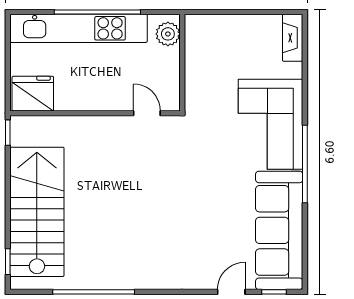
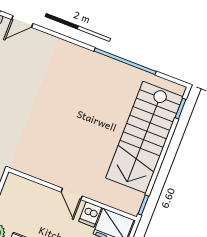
dishwasher: (65, 98) -> (90, 214), added
door: (147, 113) -> (72, 194), moved

